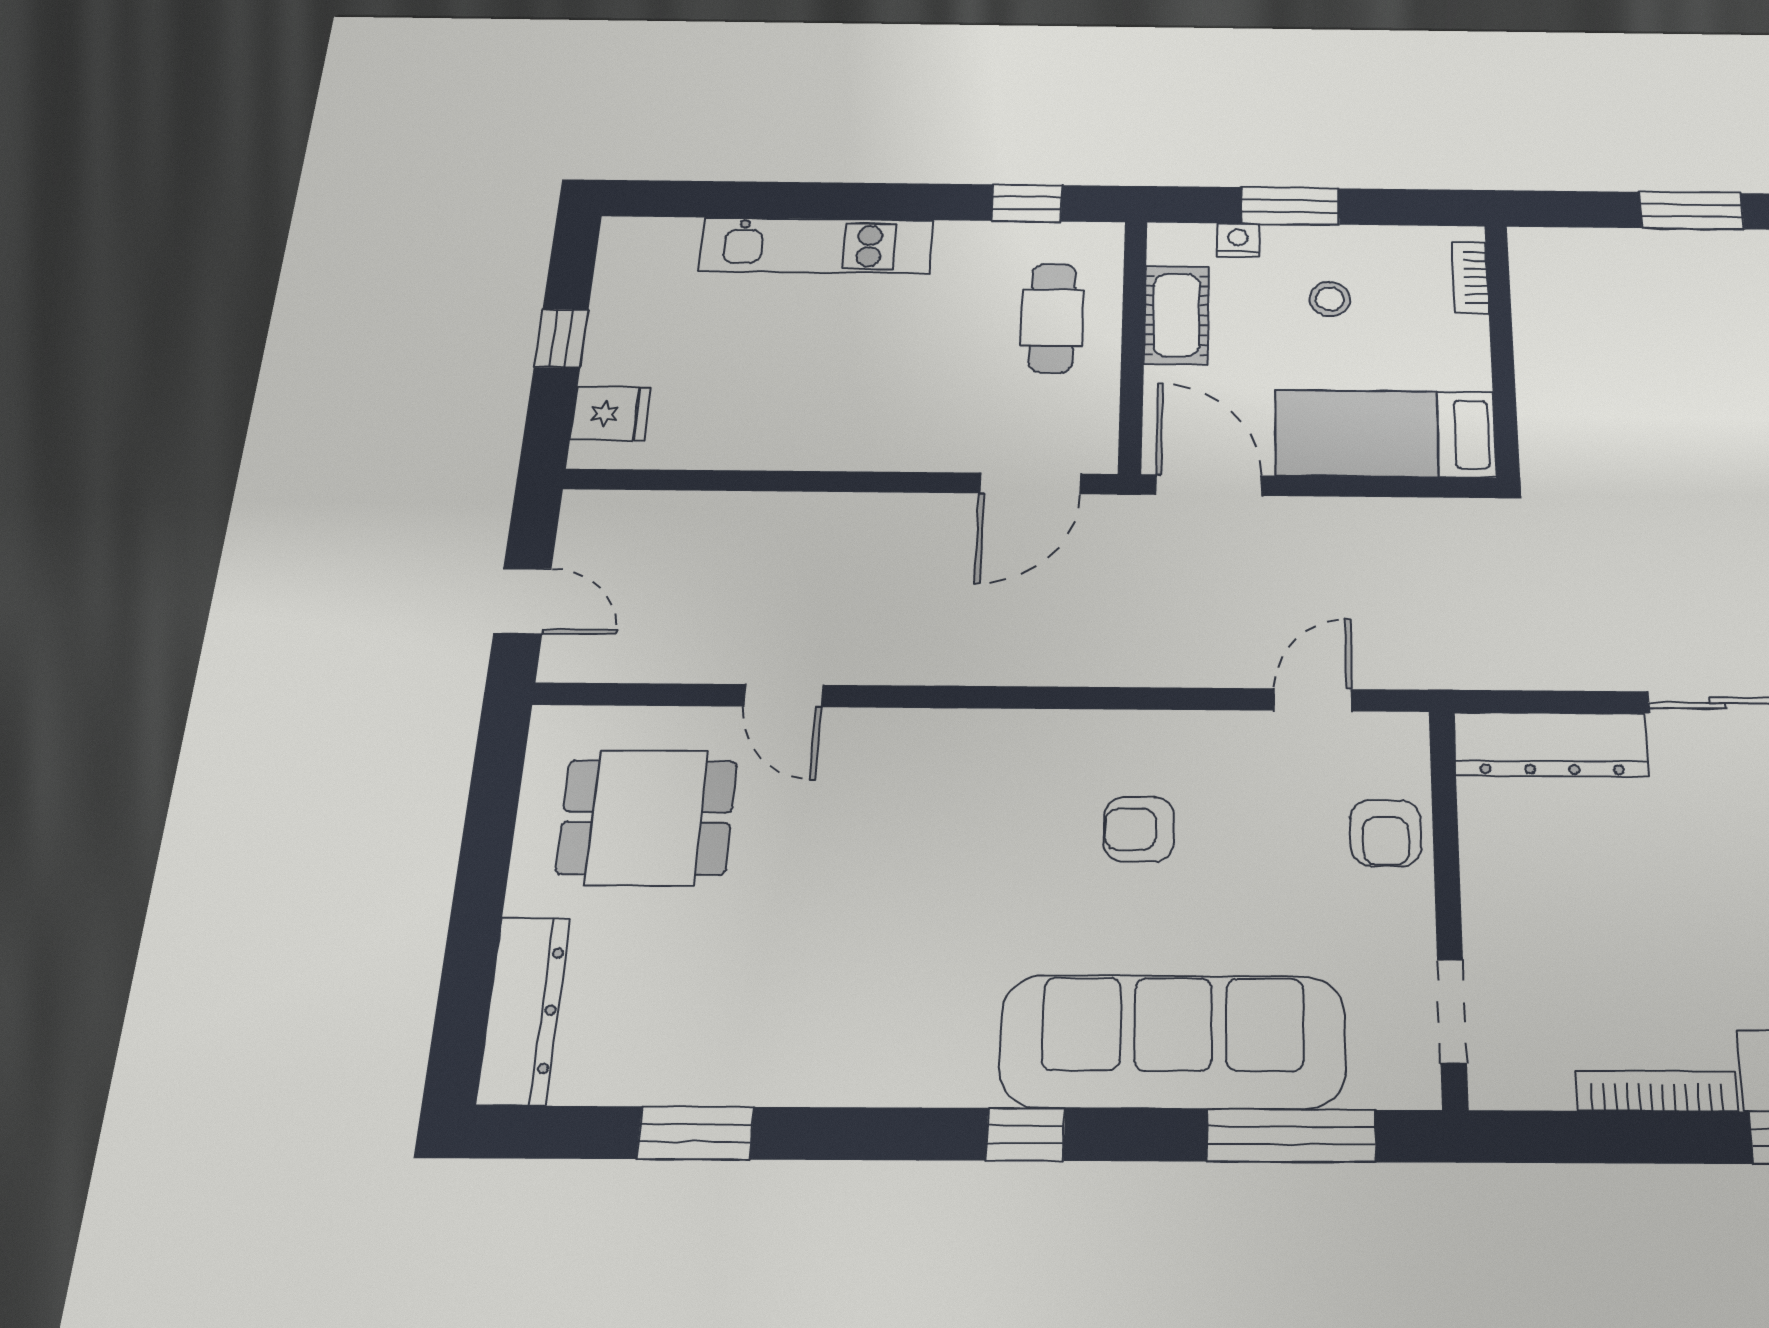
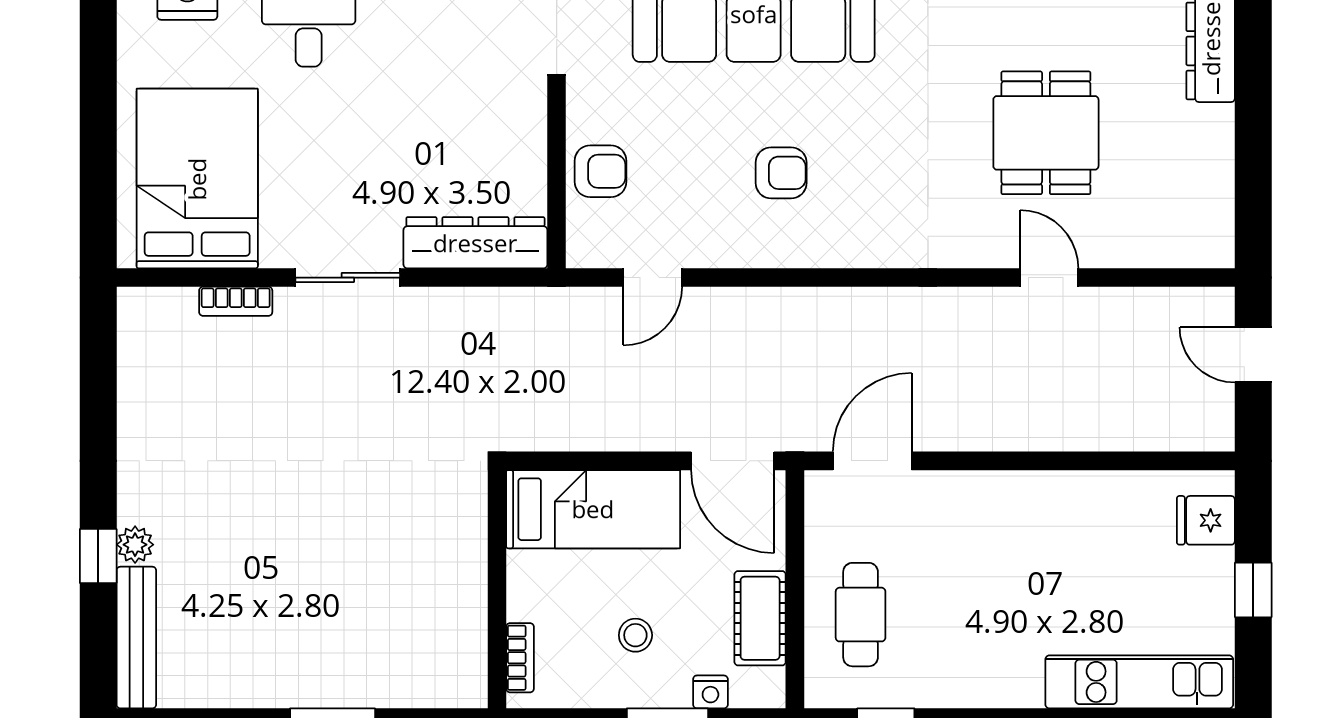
kitchen unit: (817, 246) -> (1139, 682), moved
dining table: (647, 817) -> (1046, 133), moved, turned 90
armchair: (1386, 833) -> (600, 171), turned 90

